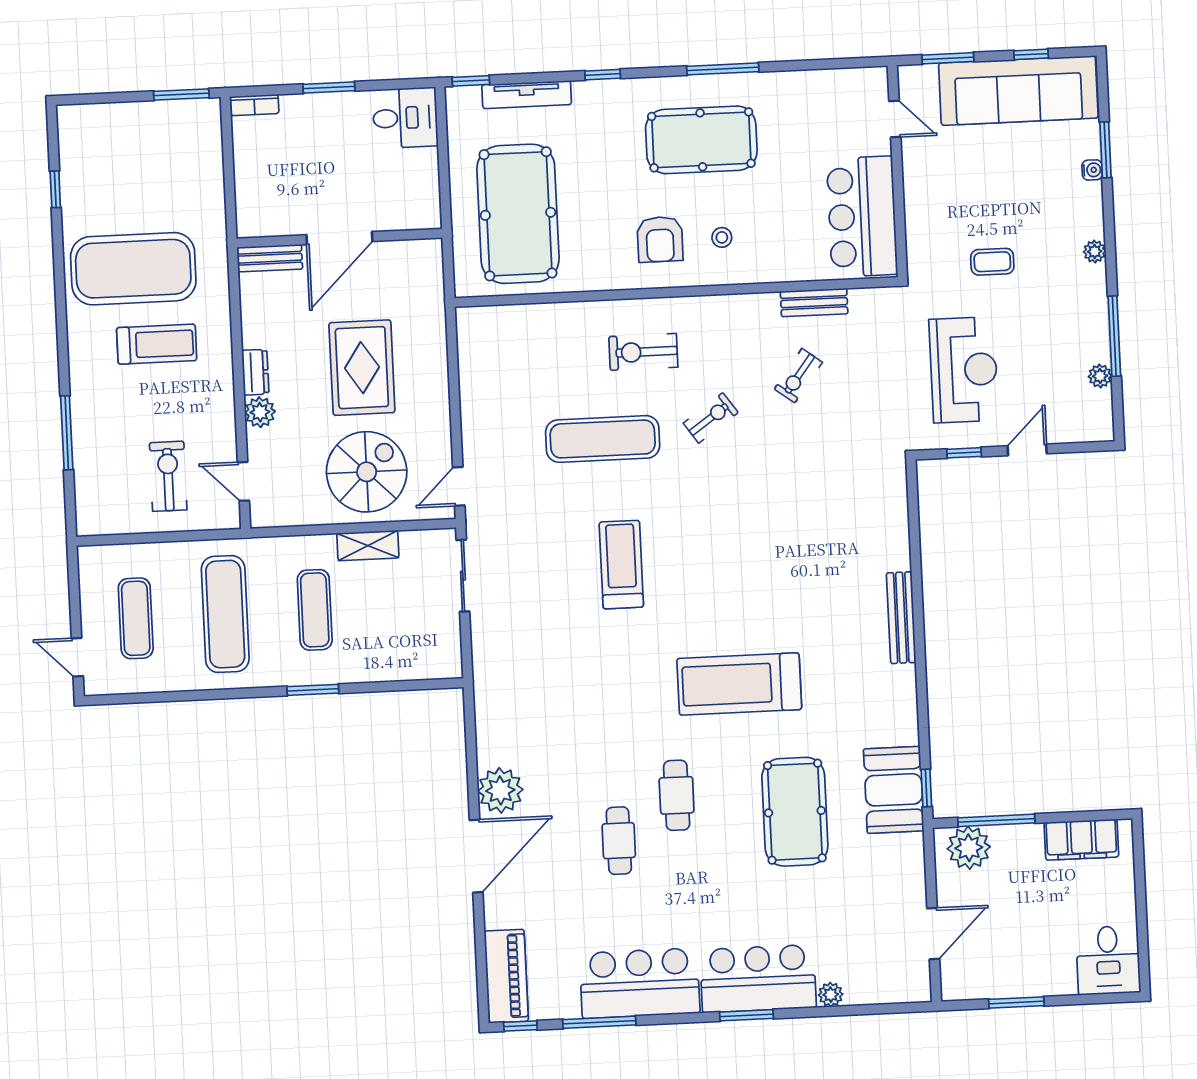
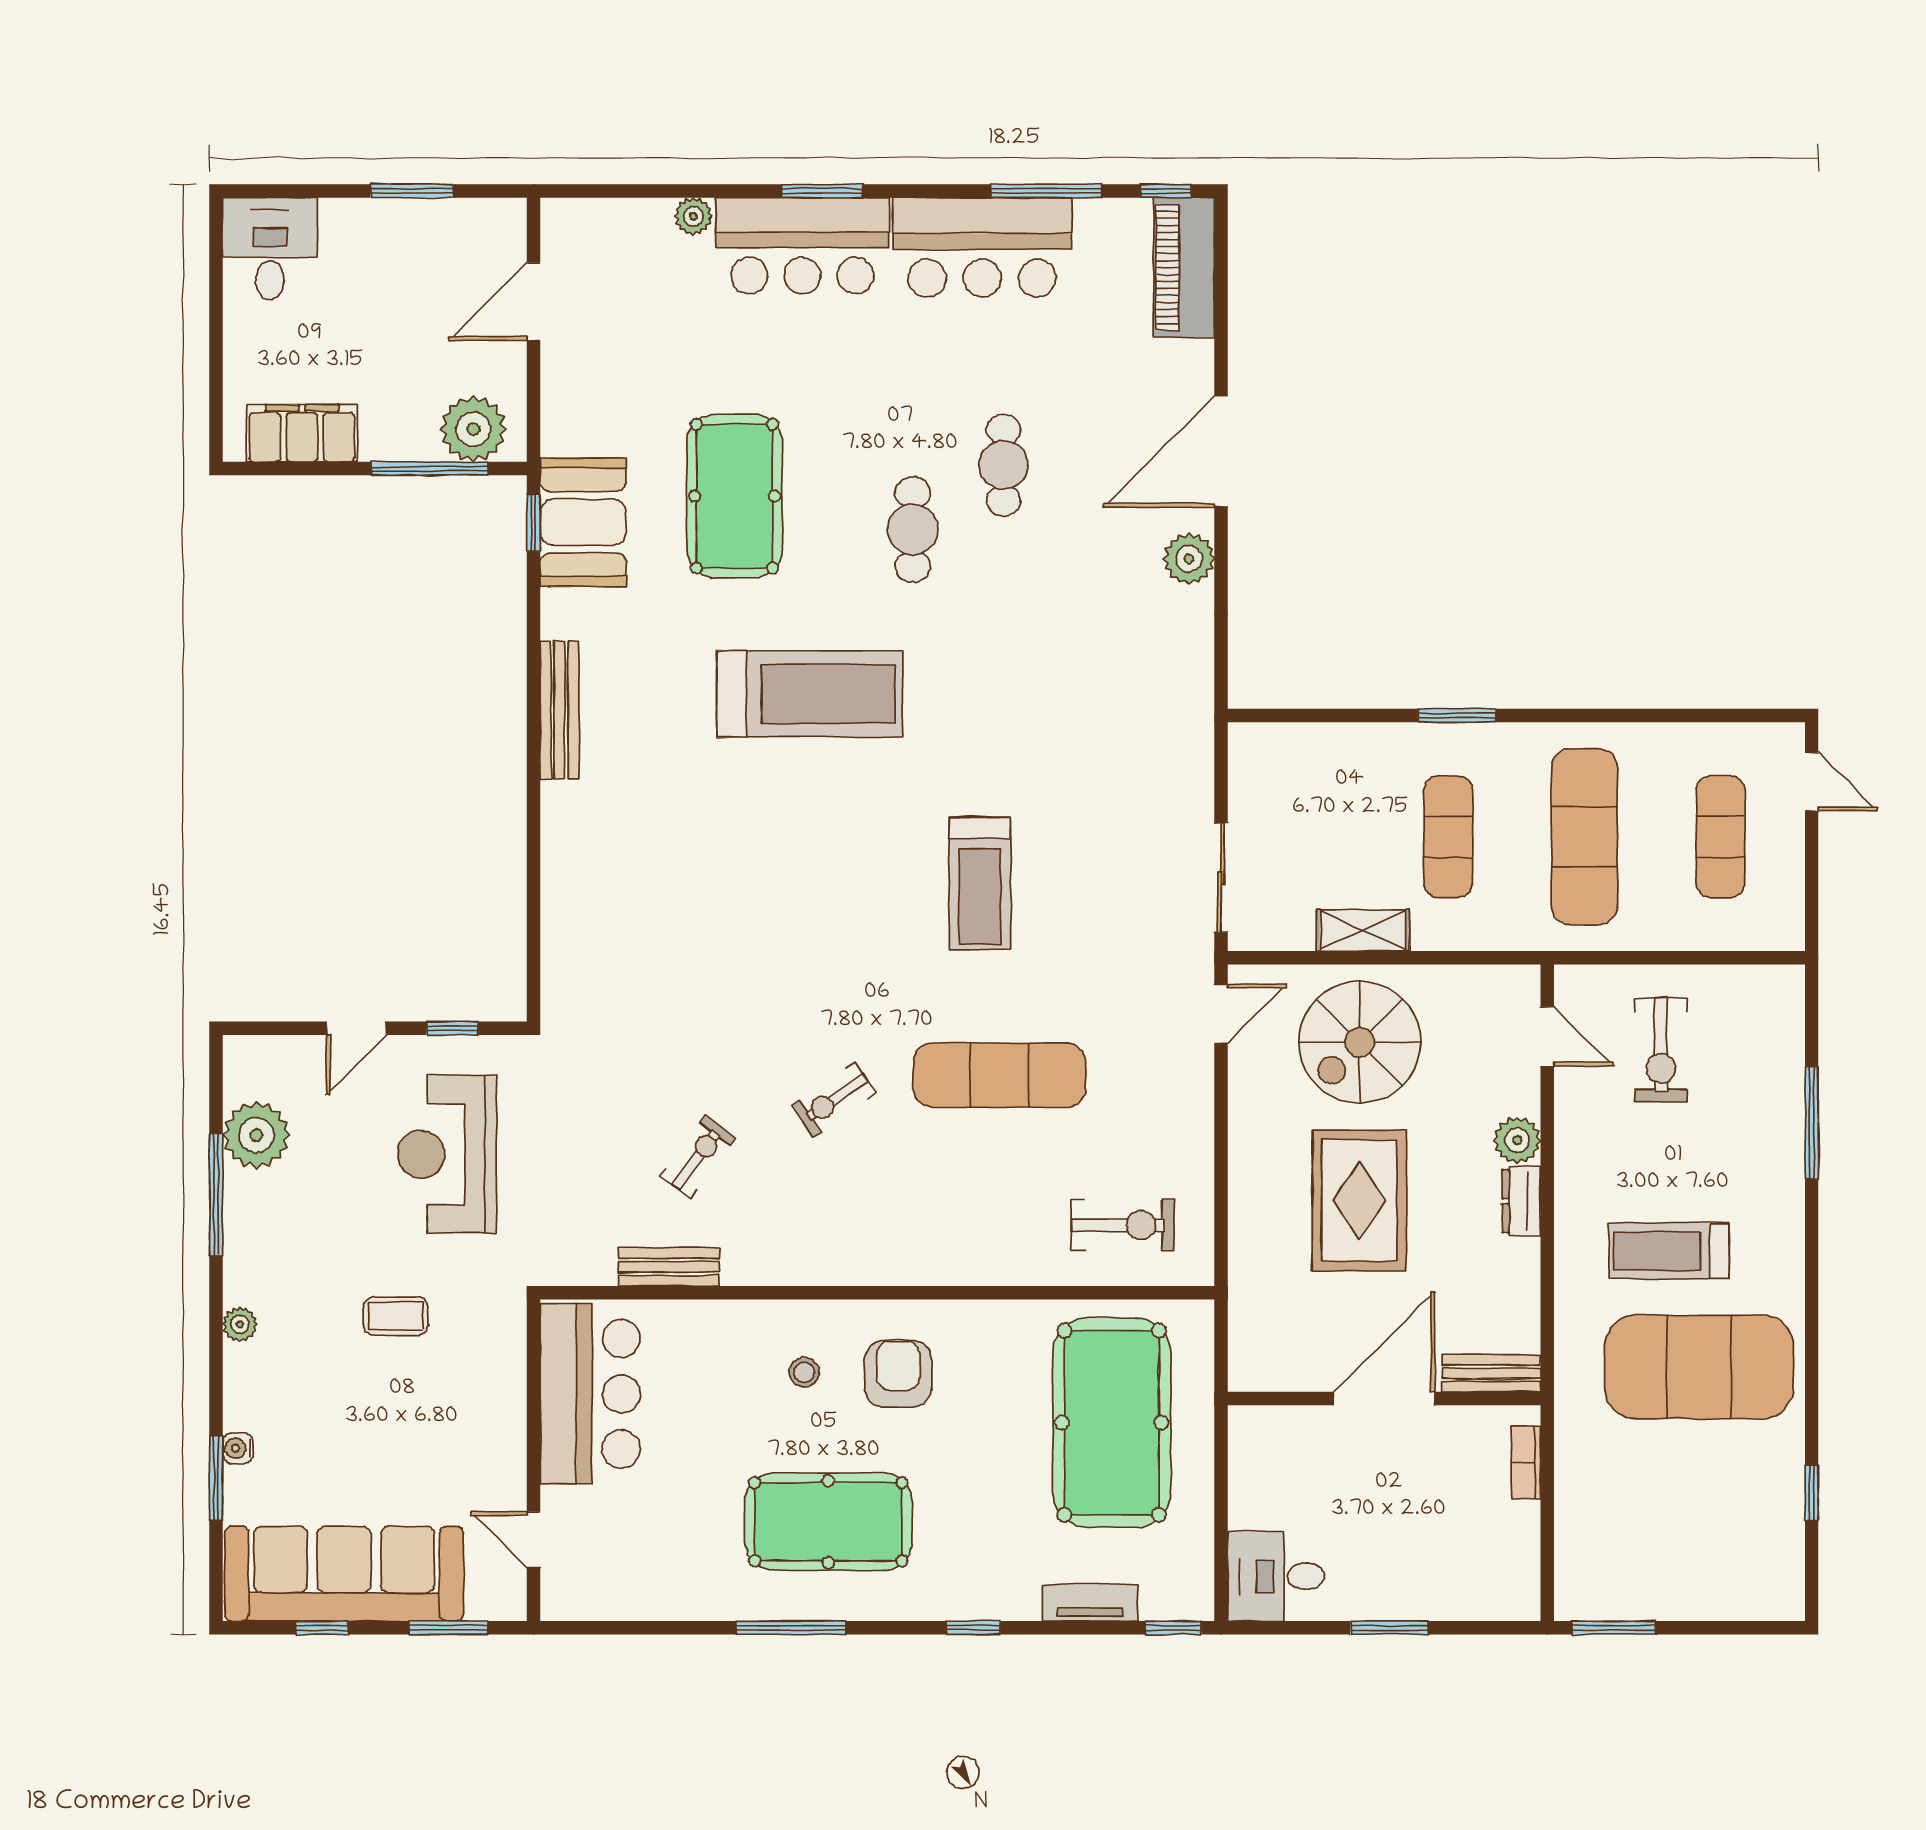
tv unit: (527, 95) -> (1090, 1603), width x0.71
bookcase: (254, 105) -> (1526, 1463), moved, turned -90
exercise bike: (643, 352) -> (1123, 1225), moved
plant: (1100, 376) -> (256, 1135), width x1.87, depth x1.87
bench: (901, 618) -> (559, 710), moved
plant: (500, 790) -> (1189, 559), width x0.73, depth x0.73

